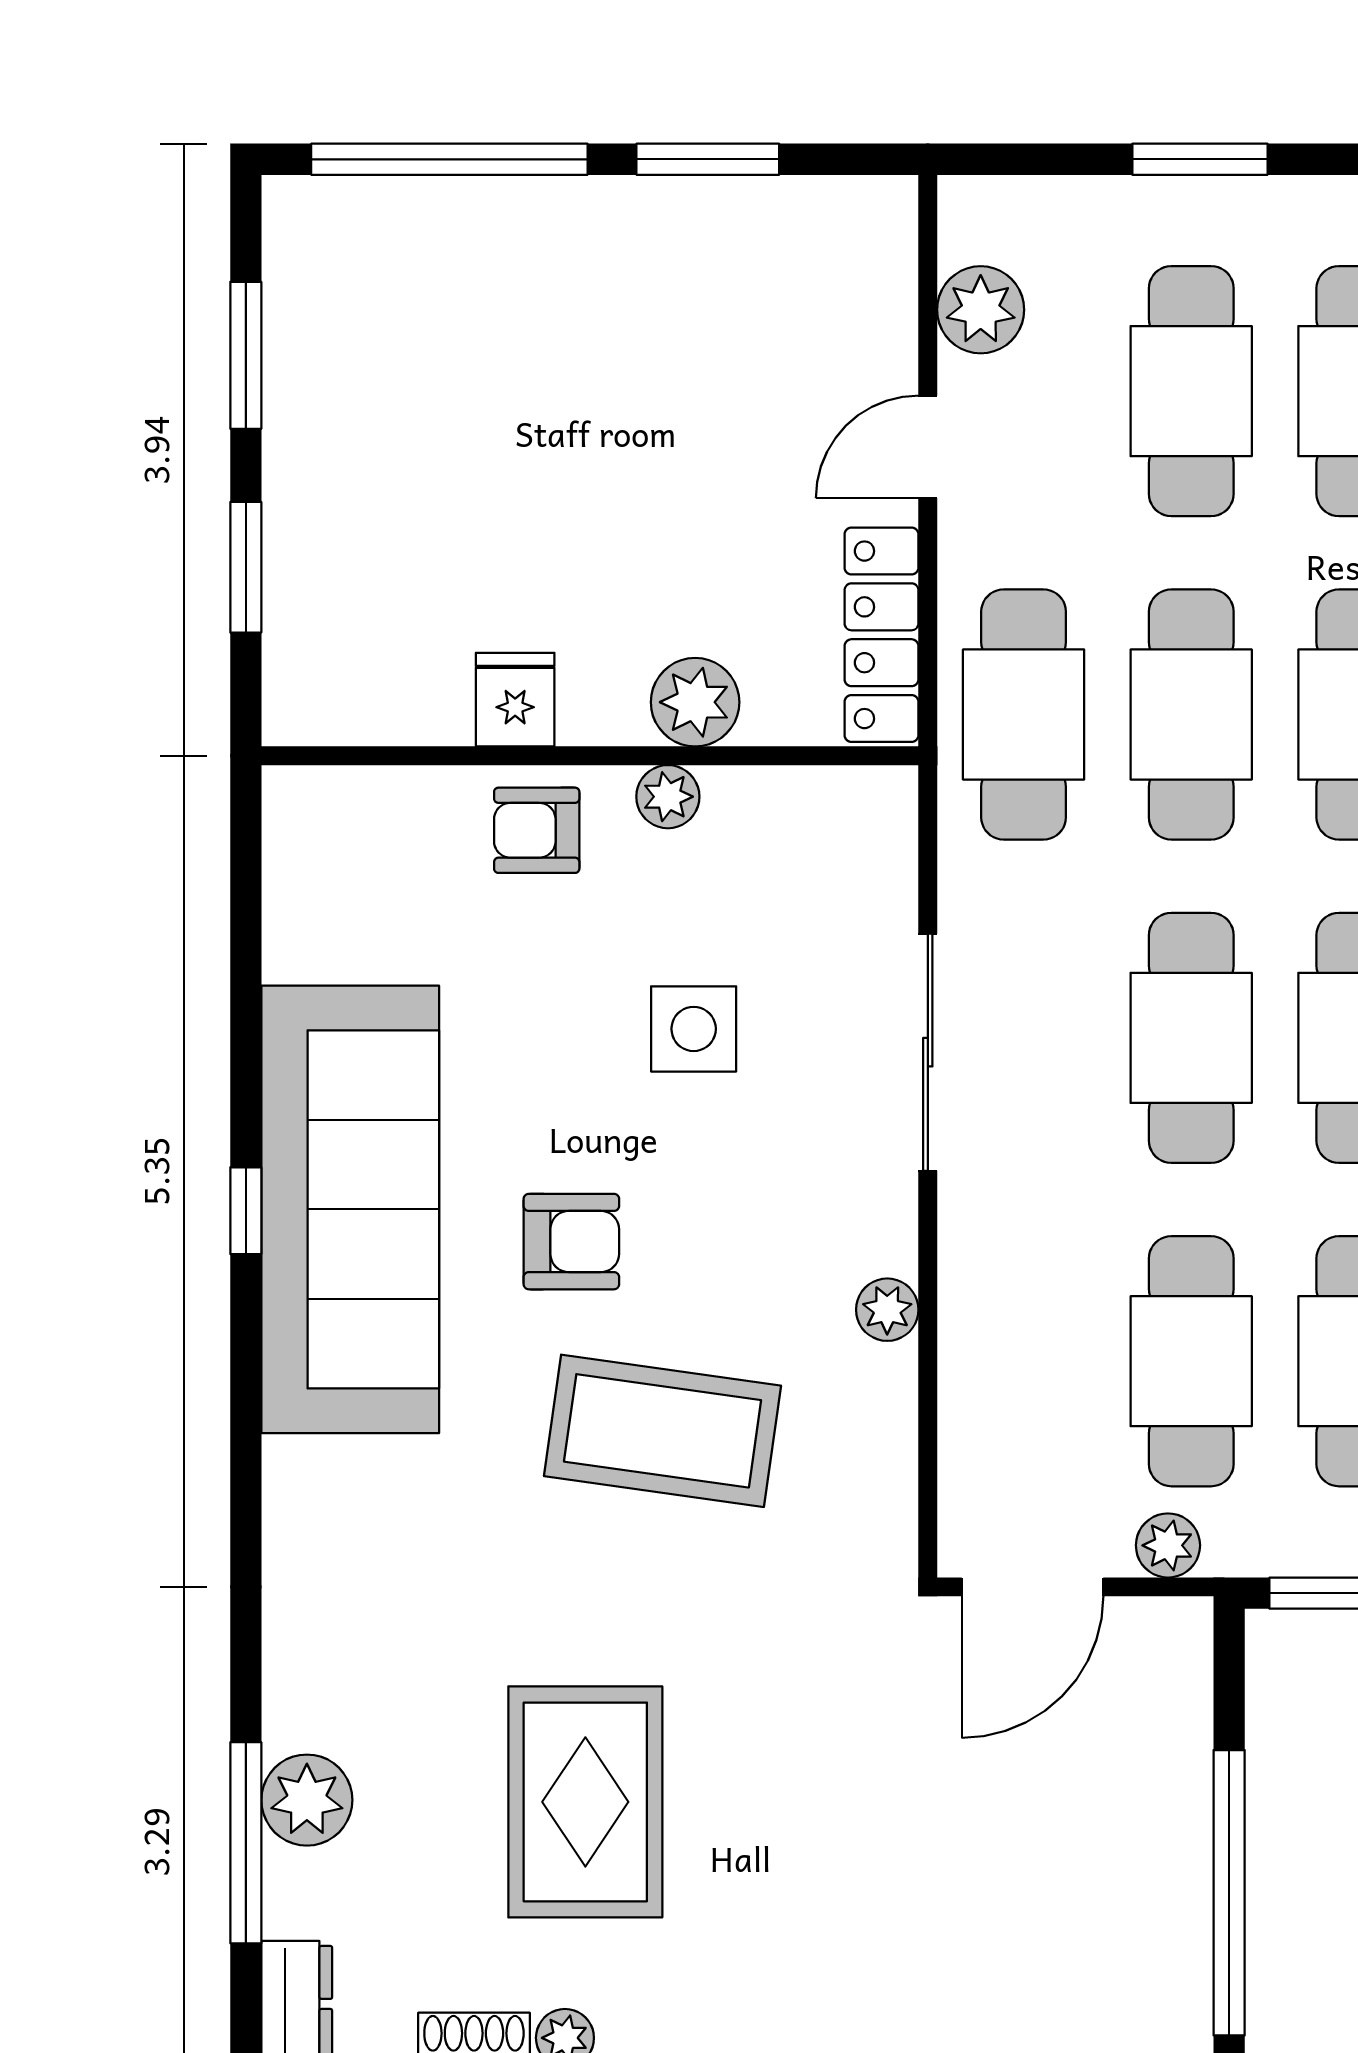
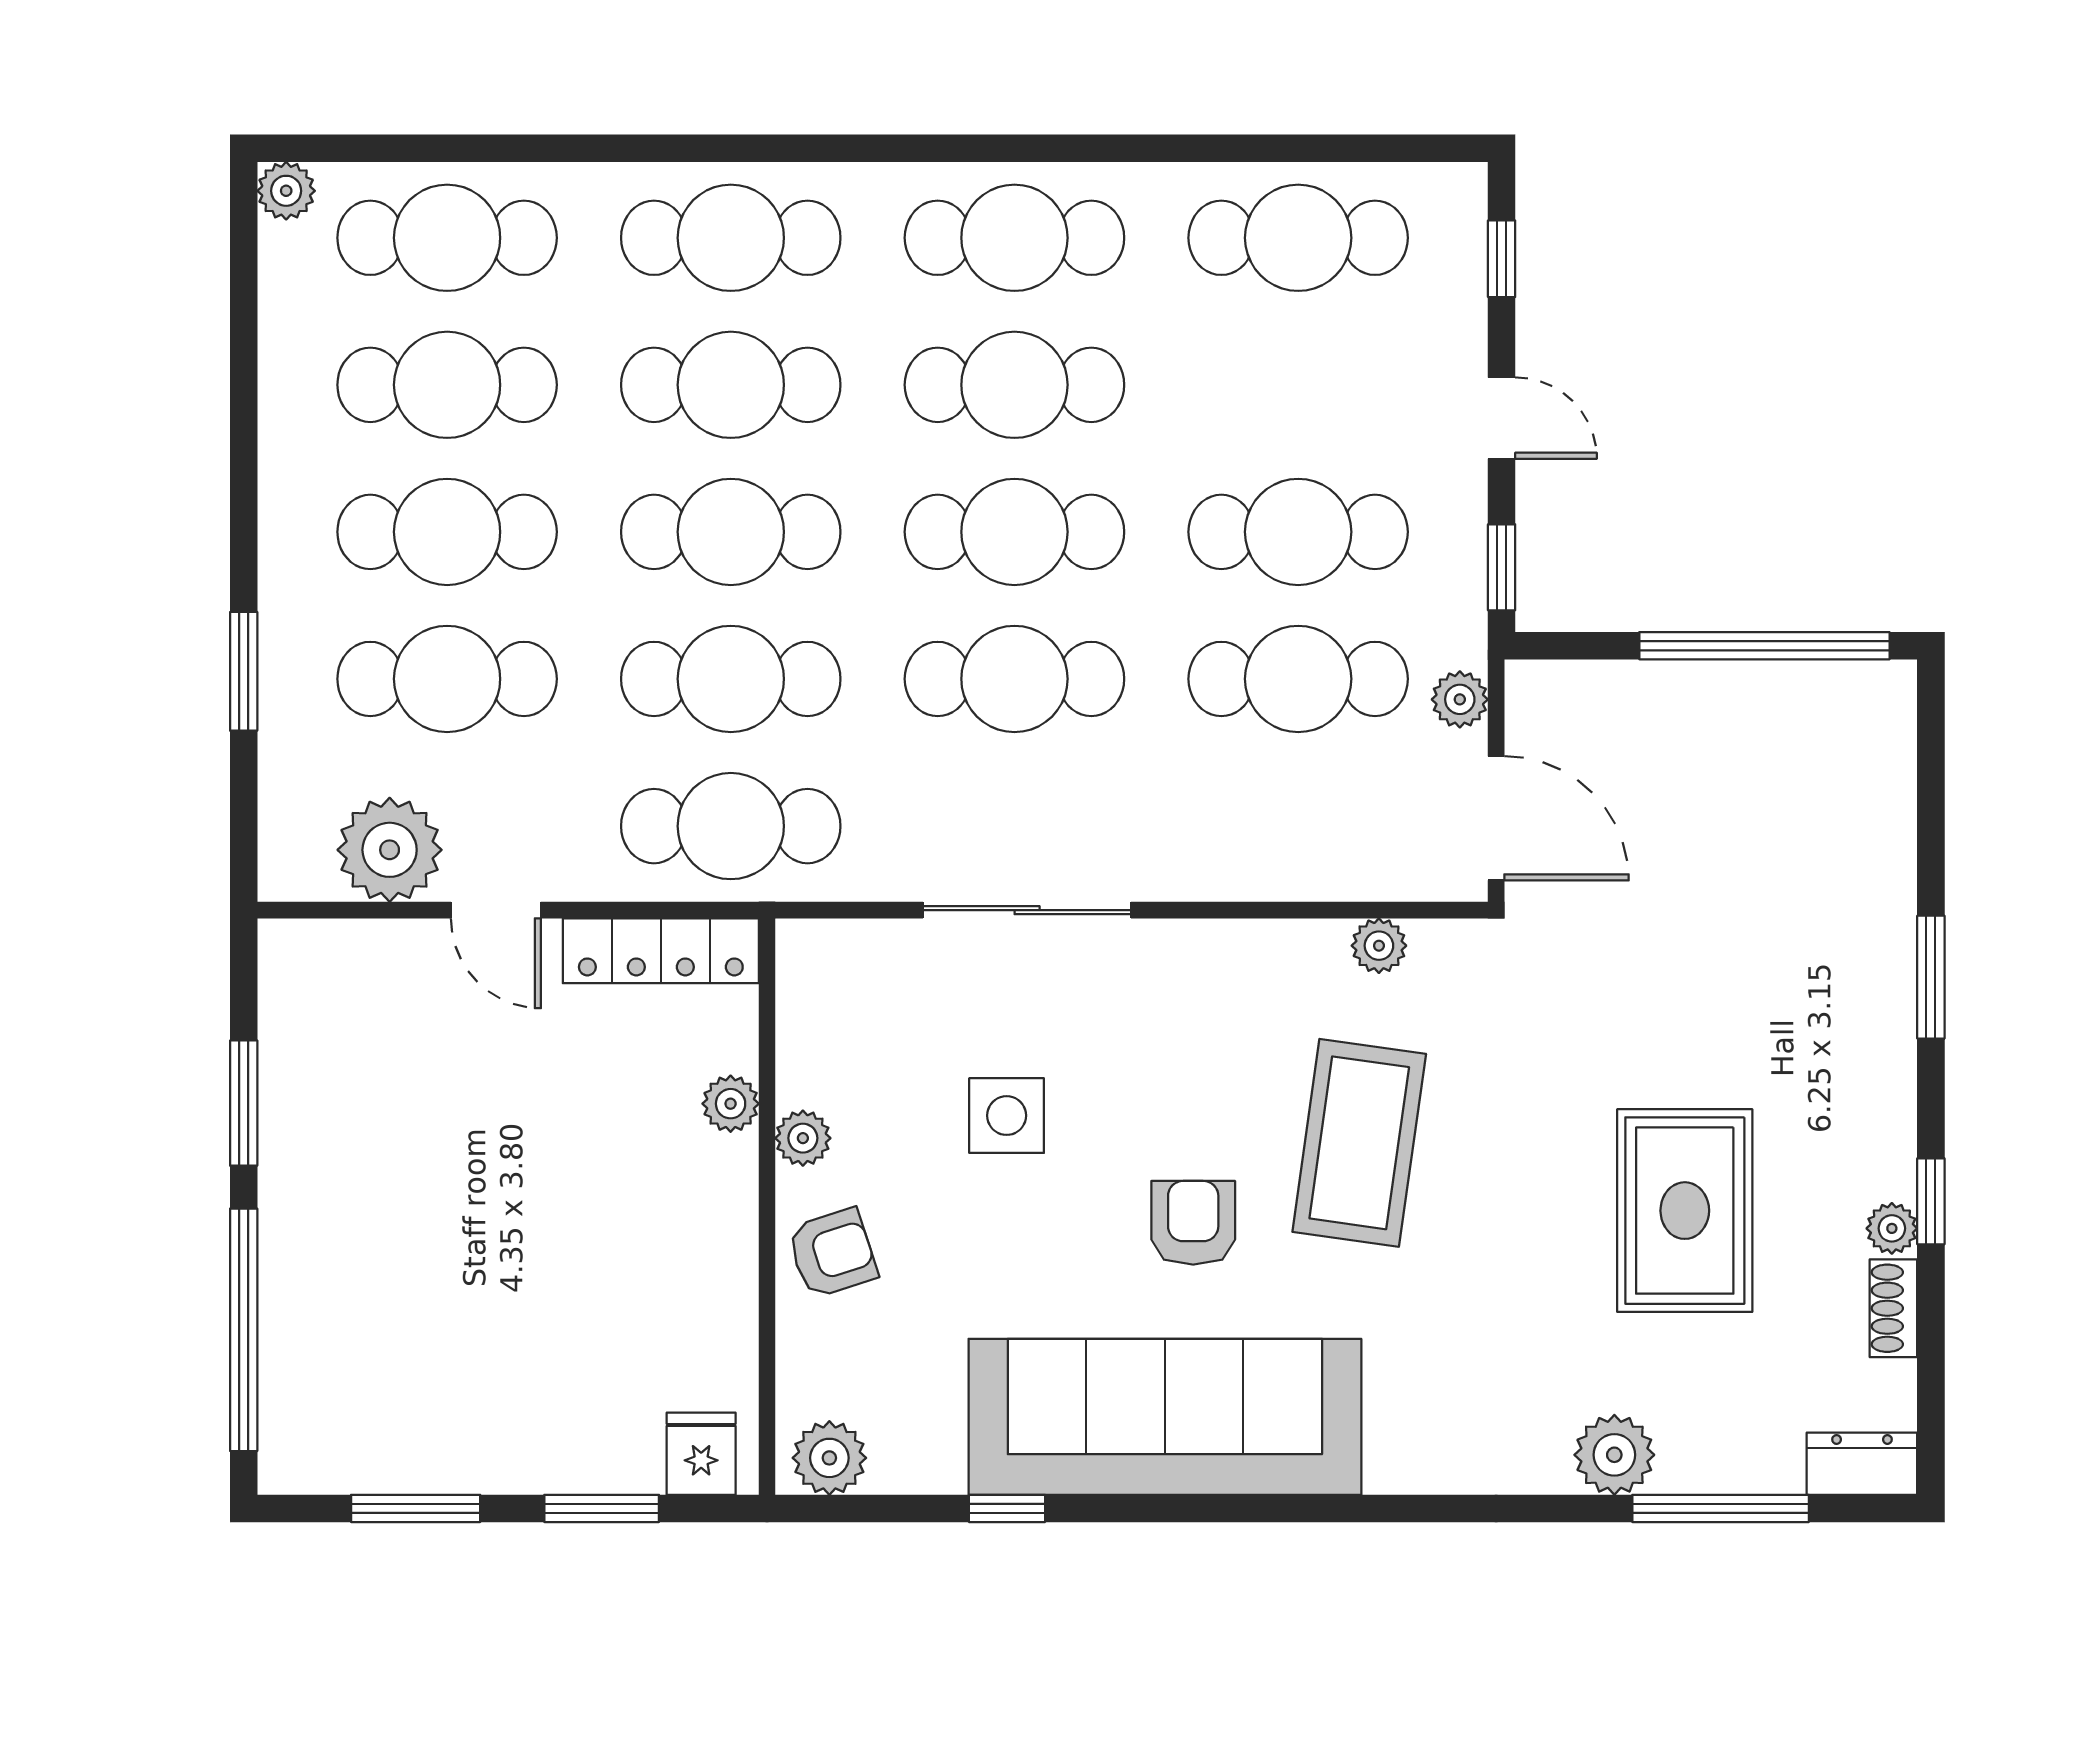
plant: (981, 310) -> (390, 850), width x1.36, depth x1.36
fridge: (515, 700) -> (701, 1454), moved, turned 90
plant: (695, 702) -> (731, 1104), width x0.73, depth x0.73
plant: (303, 827) -> (829, 1458), added
armchair: (537, 830) -> (832, 1253), turned -108
window: (246, 1211) -> (1007, 1508), moved
plant: (887, 1310) -> (1379, 946), moved
plant: (307, 1800) -> (1614, 1455), moved
rug: (585, 1802) -> (1685, 1211), turned 90

